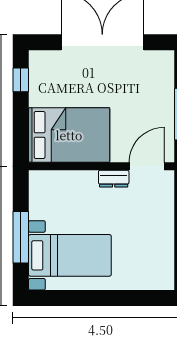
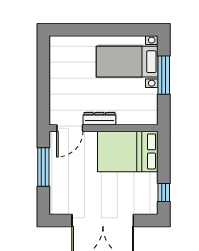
dresser: (114, 179) -> (99, 119), width x1.44

